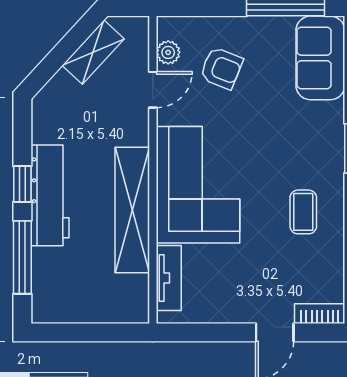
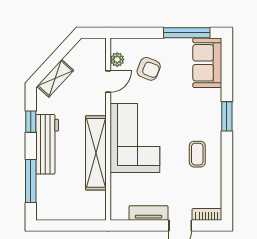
shelving: (93, 52) -> (55, 78), moved
window: (22, 184) -> (31, 122), moved
tv unit: (169, 278) -> (149, 213), moved, turned -90

